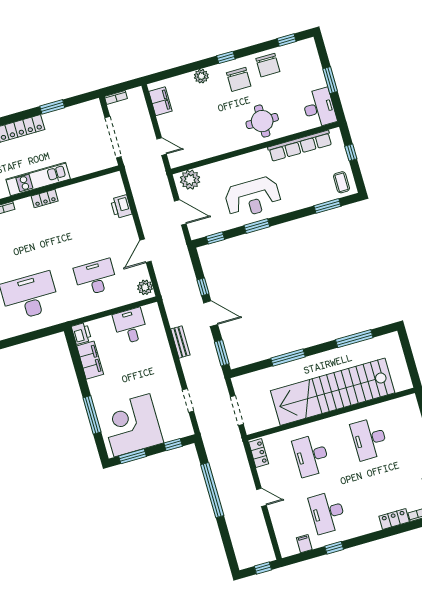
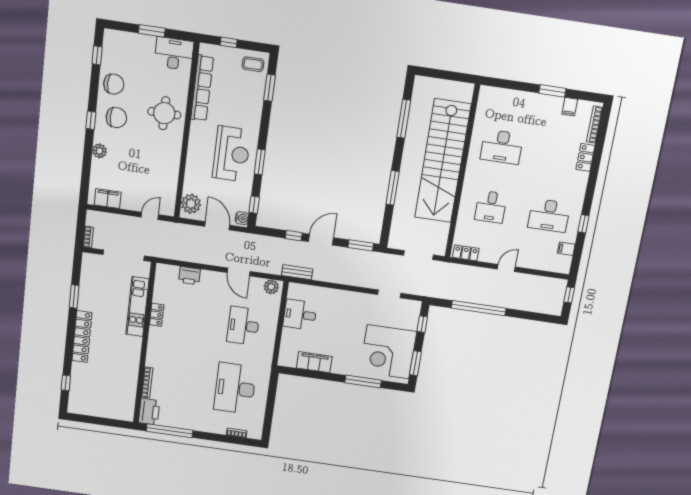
kitchen unit: (38, 179) -> (137, 307), moved
locker: (45, 199) -> (157, 315), moved
door: (180, 212) -> (217, 226), hinge flipped
water cooler: (198, 232) -> (242, 218), added
printer: (81, 333) -> (287, 359), removed
bench: (180, 342) -> (297, 272), moved
desk: (311, 455) -> (491, 207), width x0.73

